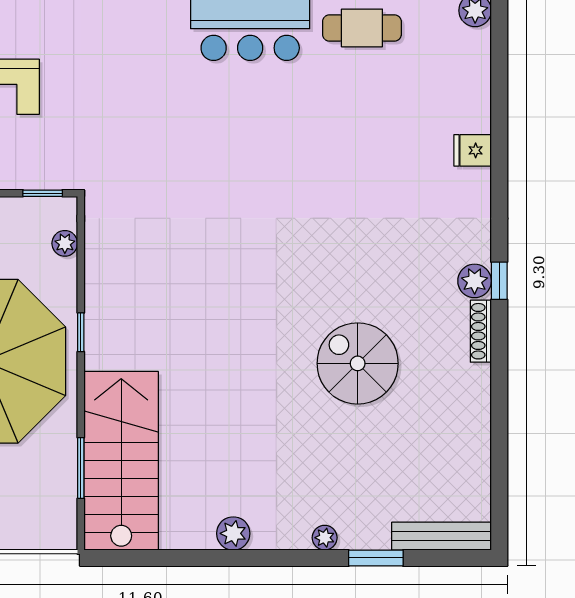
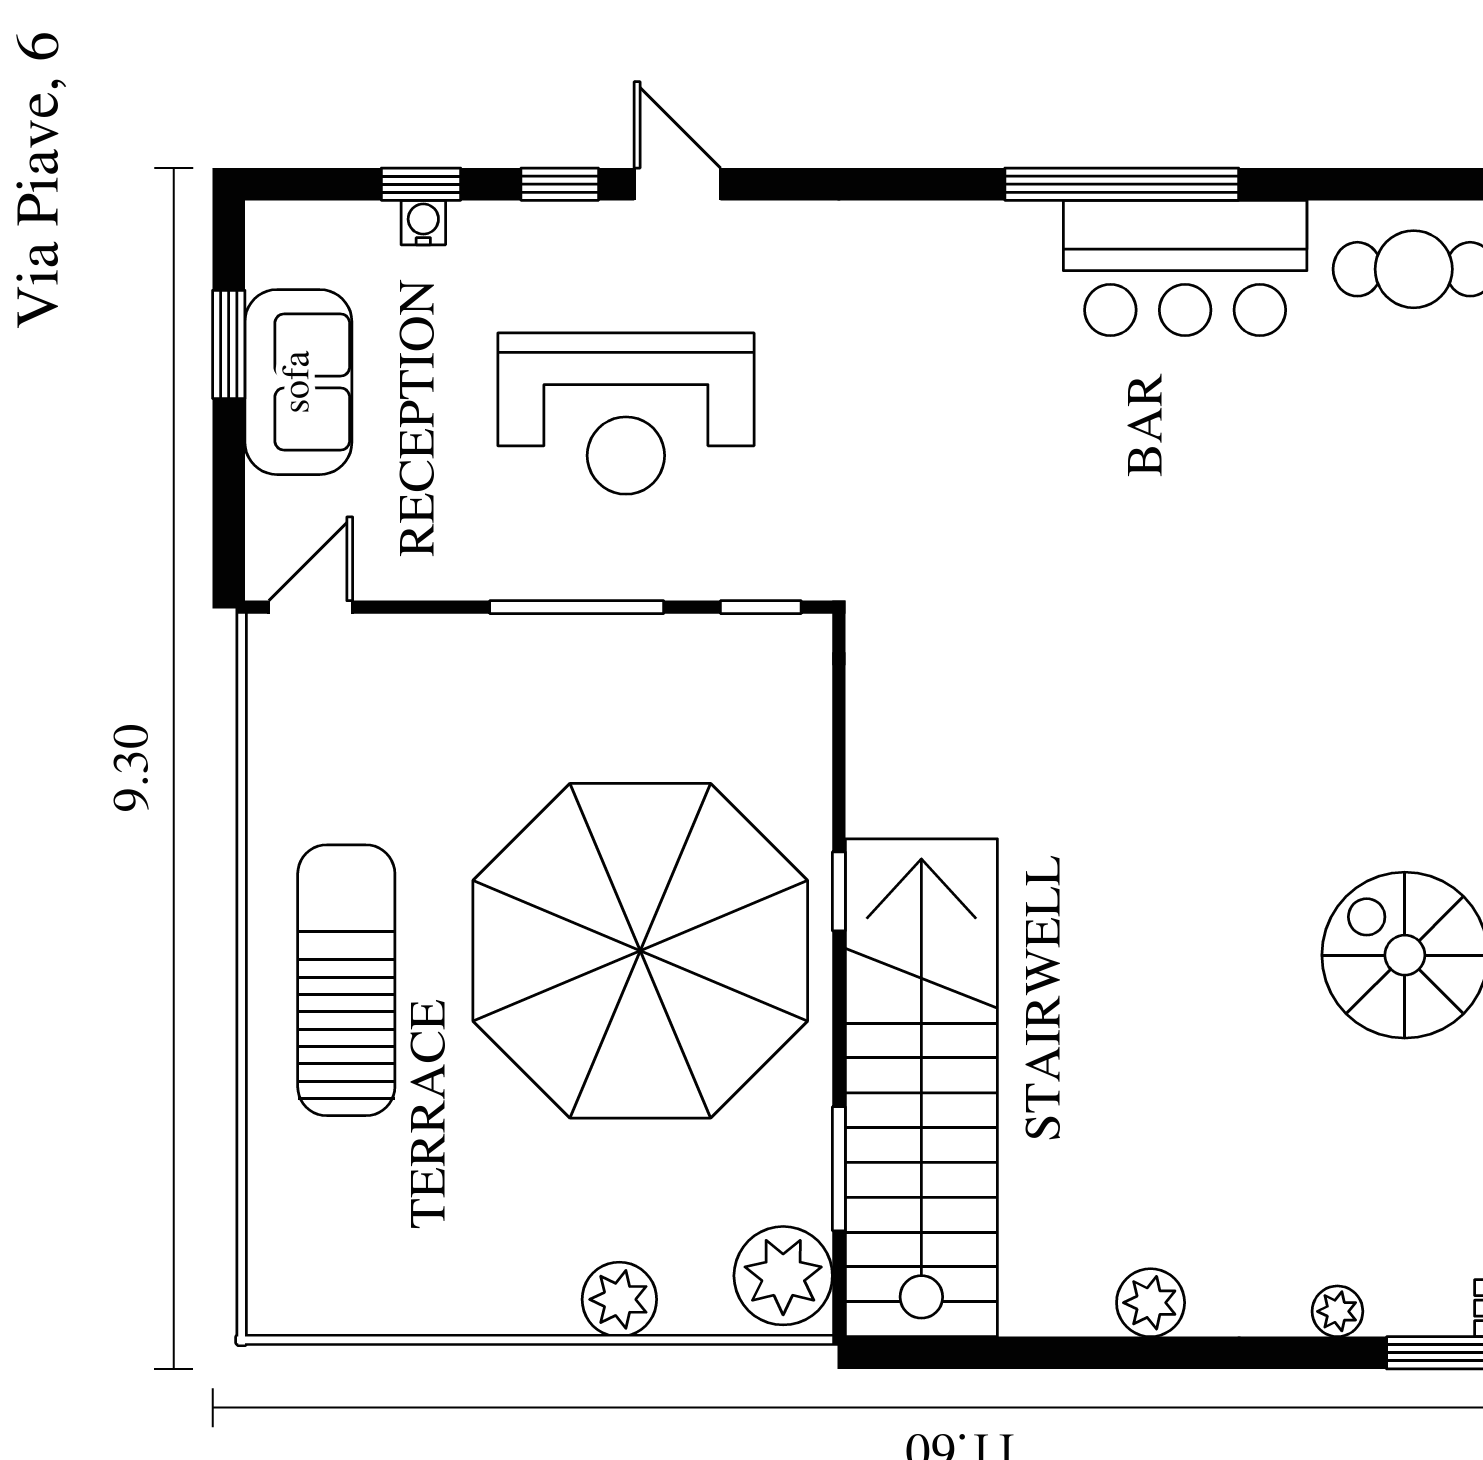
plant: (65, 243) -> (783, 1276), moved, width x1.88, depth x1.88
stairs: (121, 461) -> (921, 1088), width x1.36

